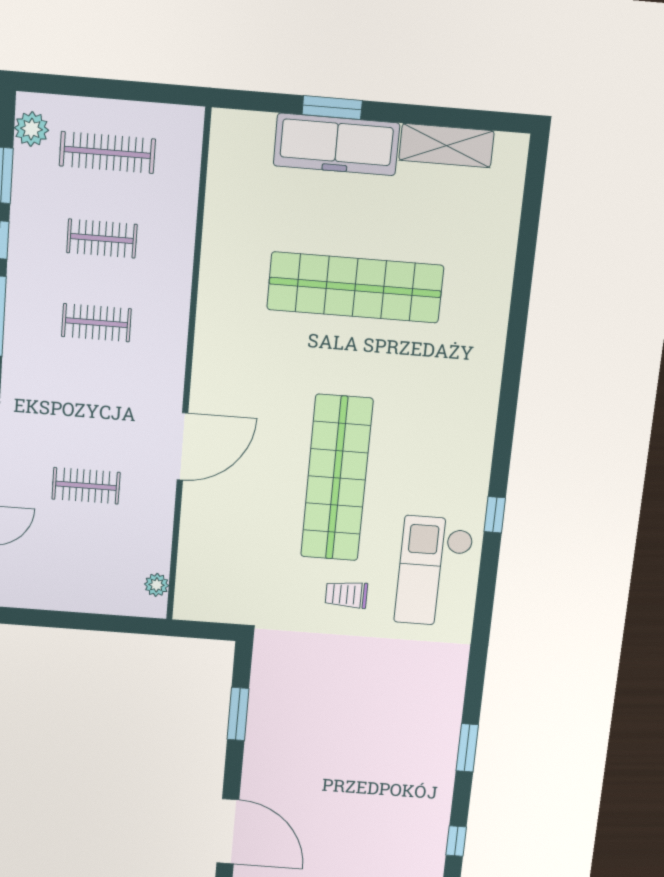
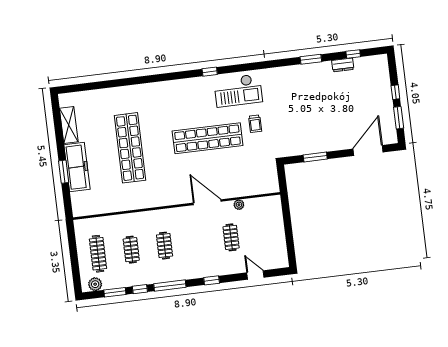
plant: (157, 585) -> (239, 205), moved
dresser: (437, 814) -> (343, 65), added

